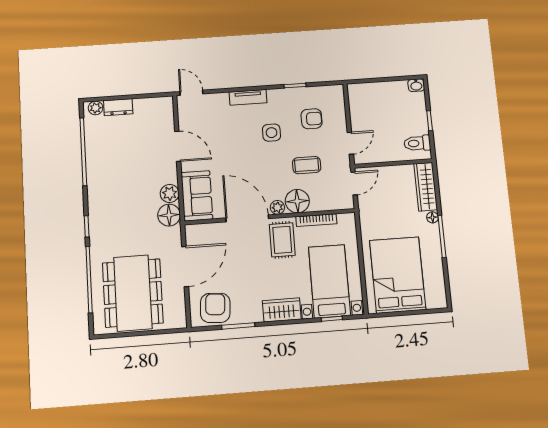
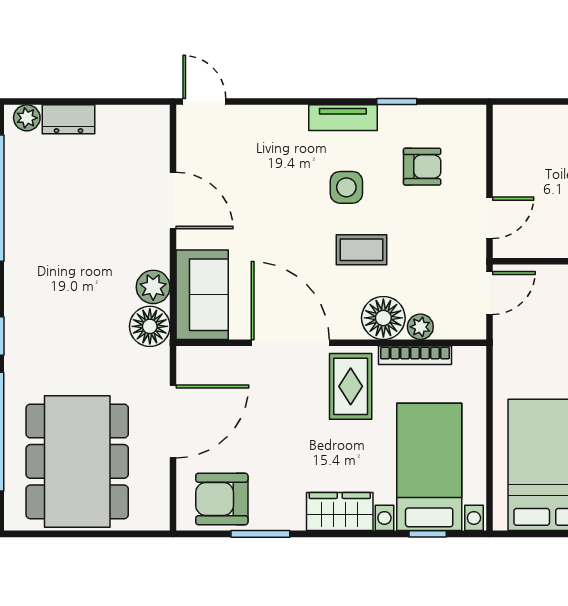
tv unit: (248, 97) -> (343, 118), moved
coffee table: (307, 165) -> (362, 250), moved
plant: (277, 207) -> (420, 327), moved
armchair: (215, 308) -> (222, 499), turned -94

